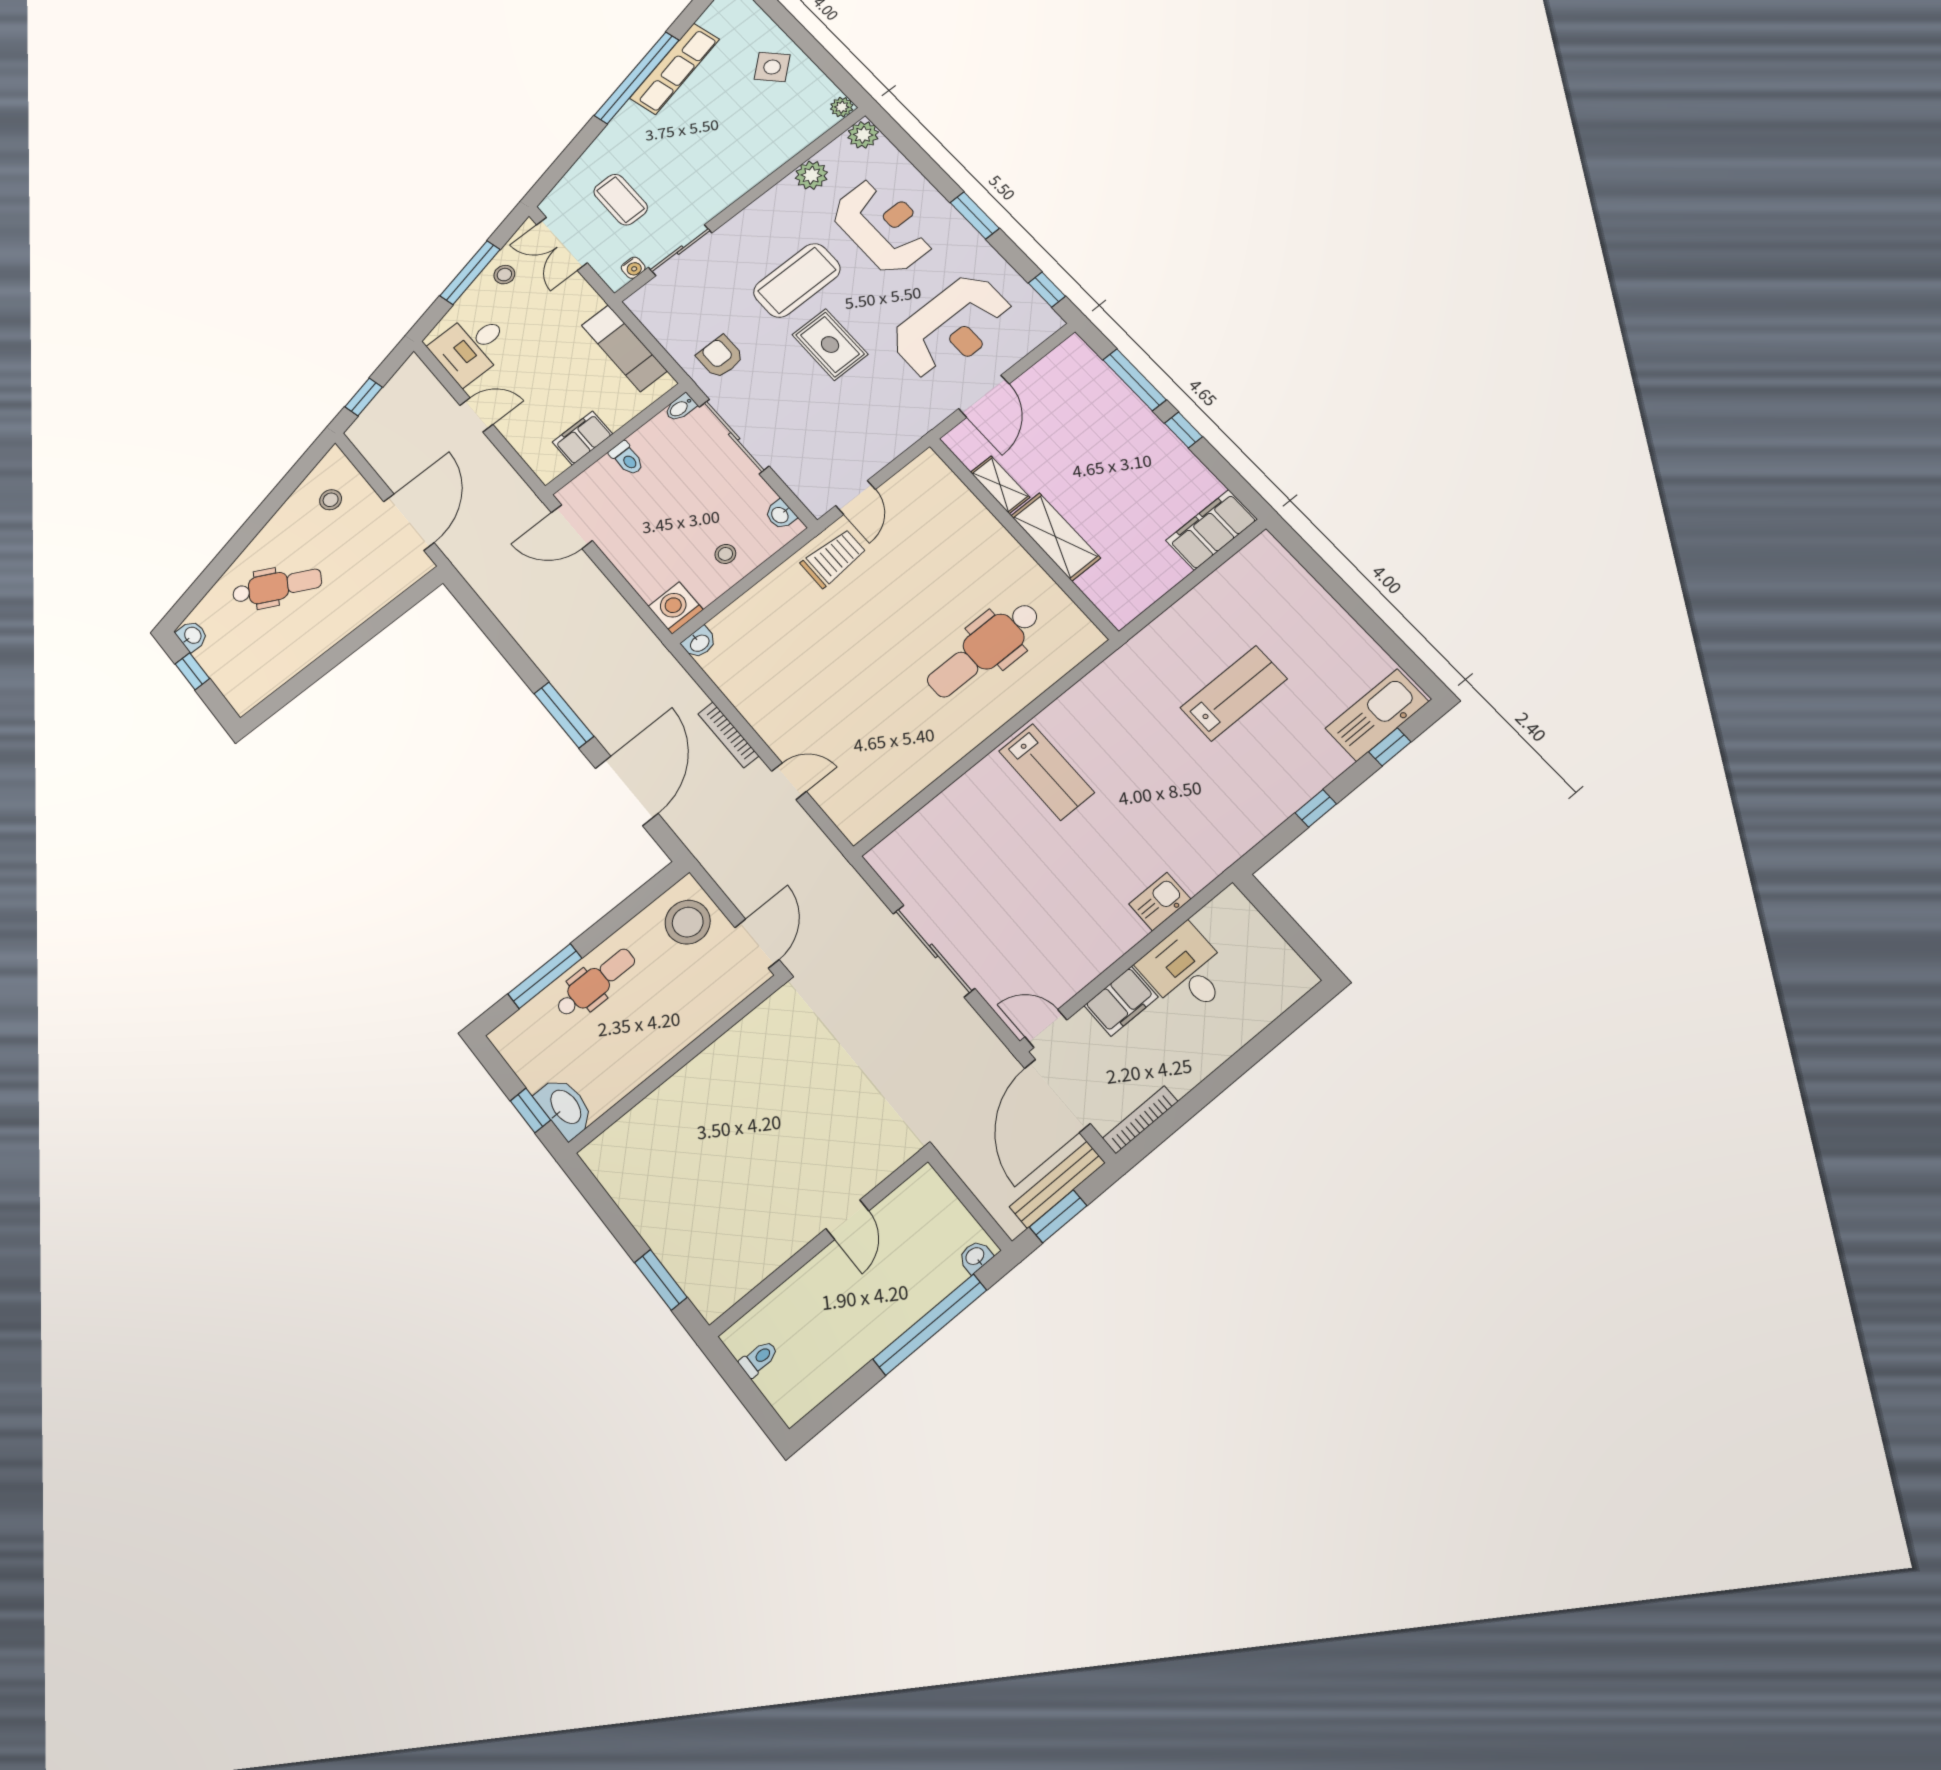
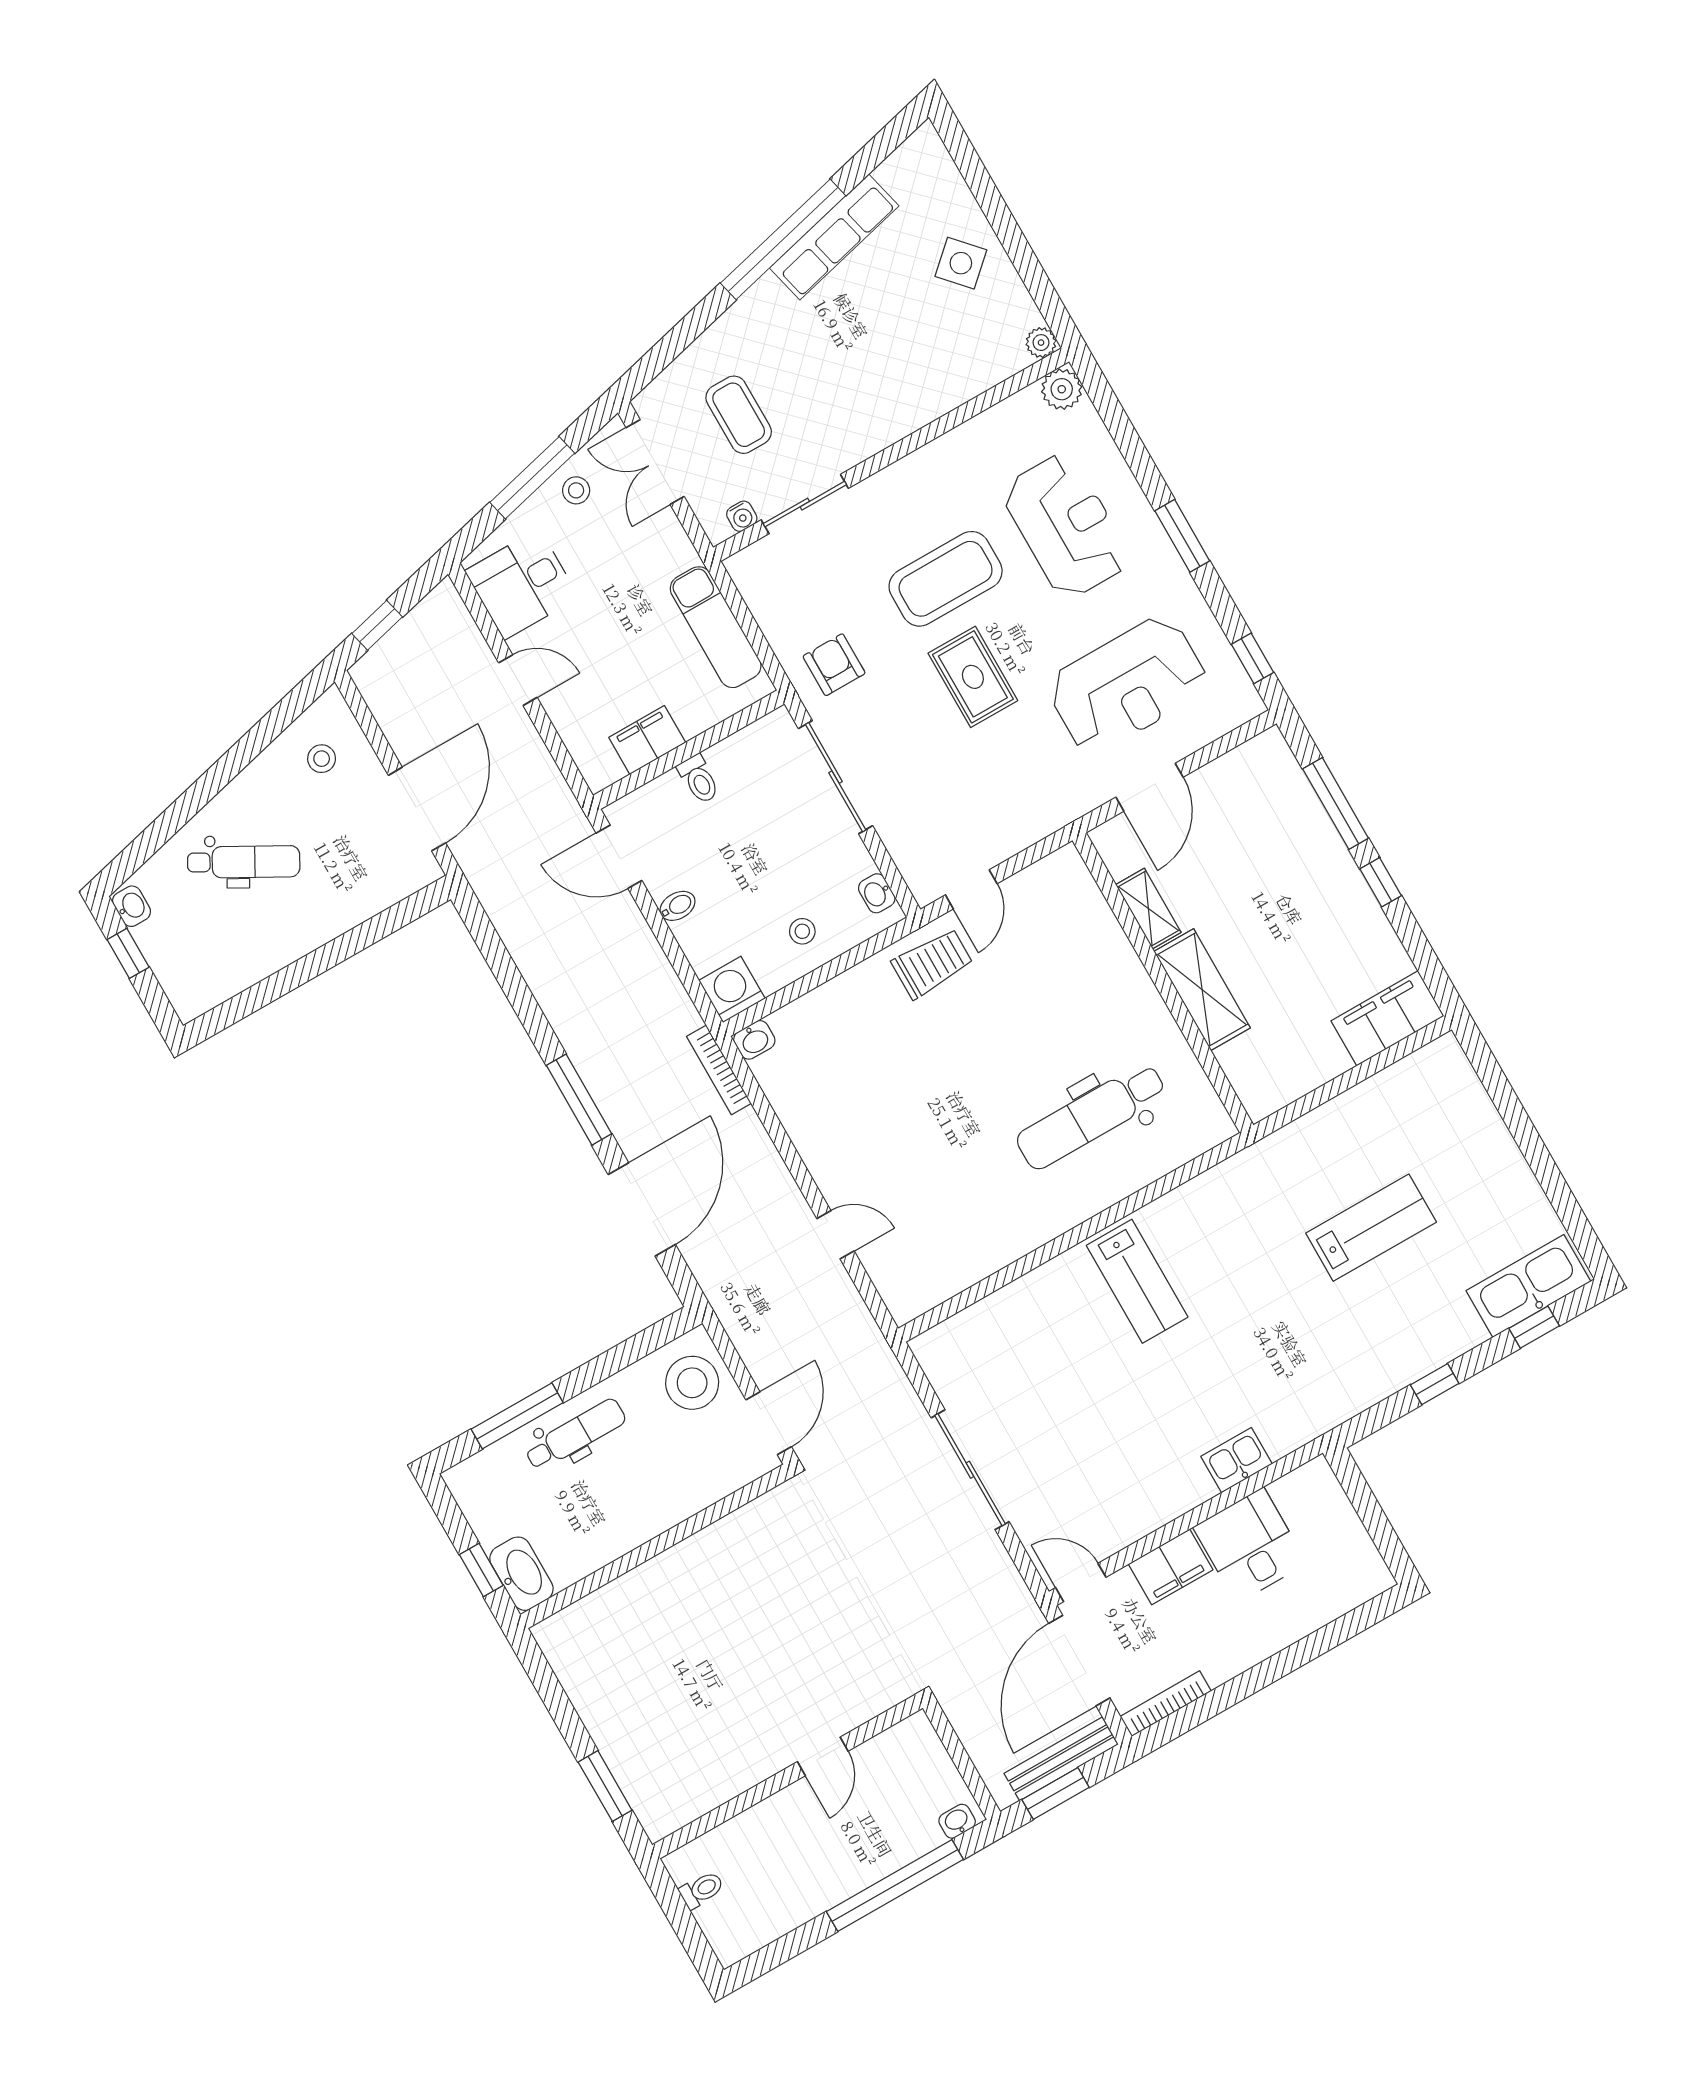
plant: (811, 175) -> (987, 433), removed
bidet: (680, 408) -> (678, 906), moved, turned 180
bookcase: (728, 735) -> (719, 1070), moved

